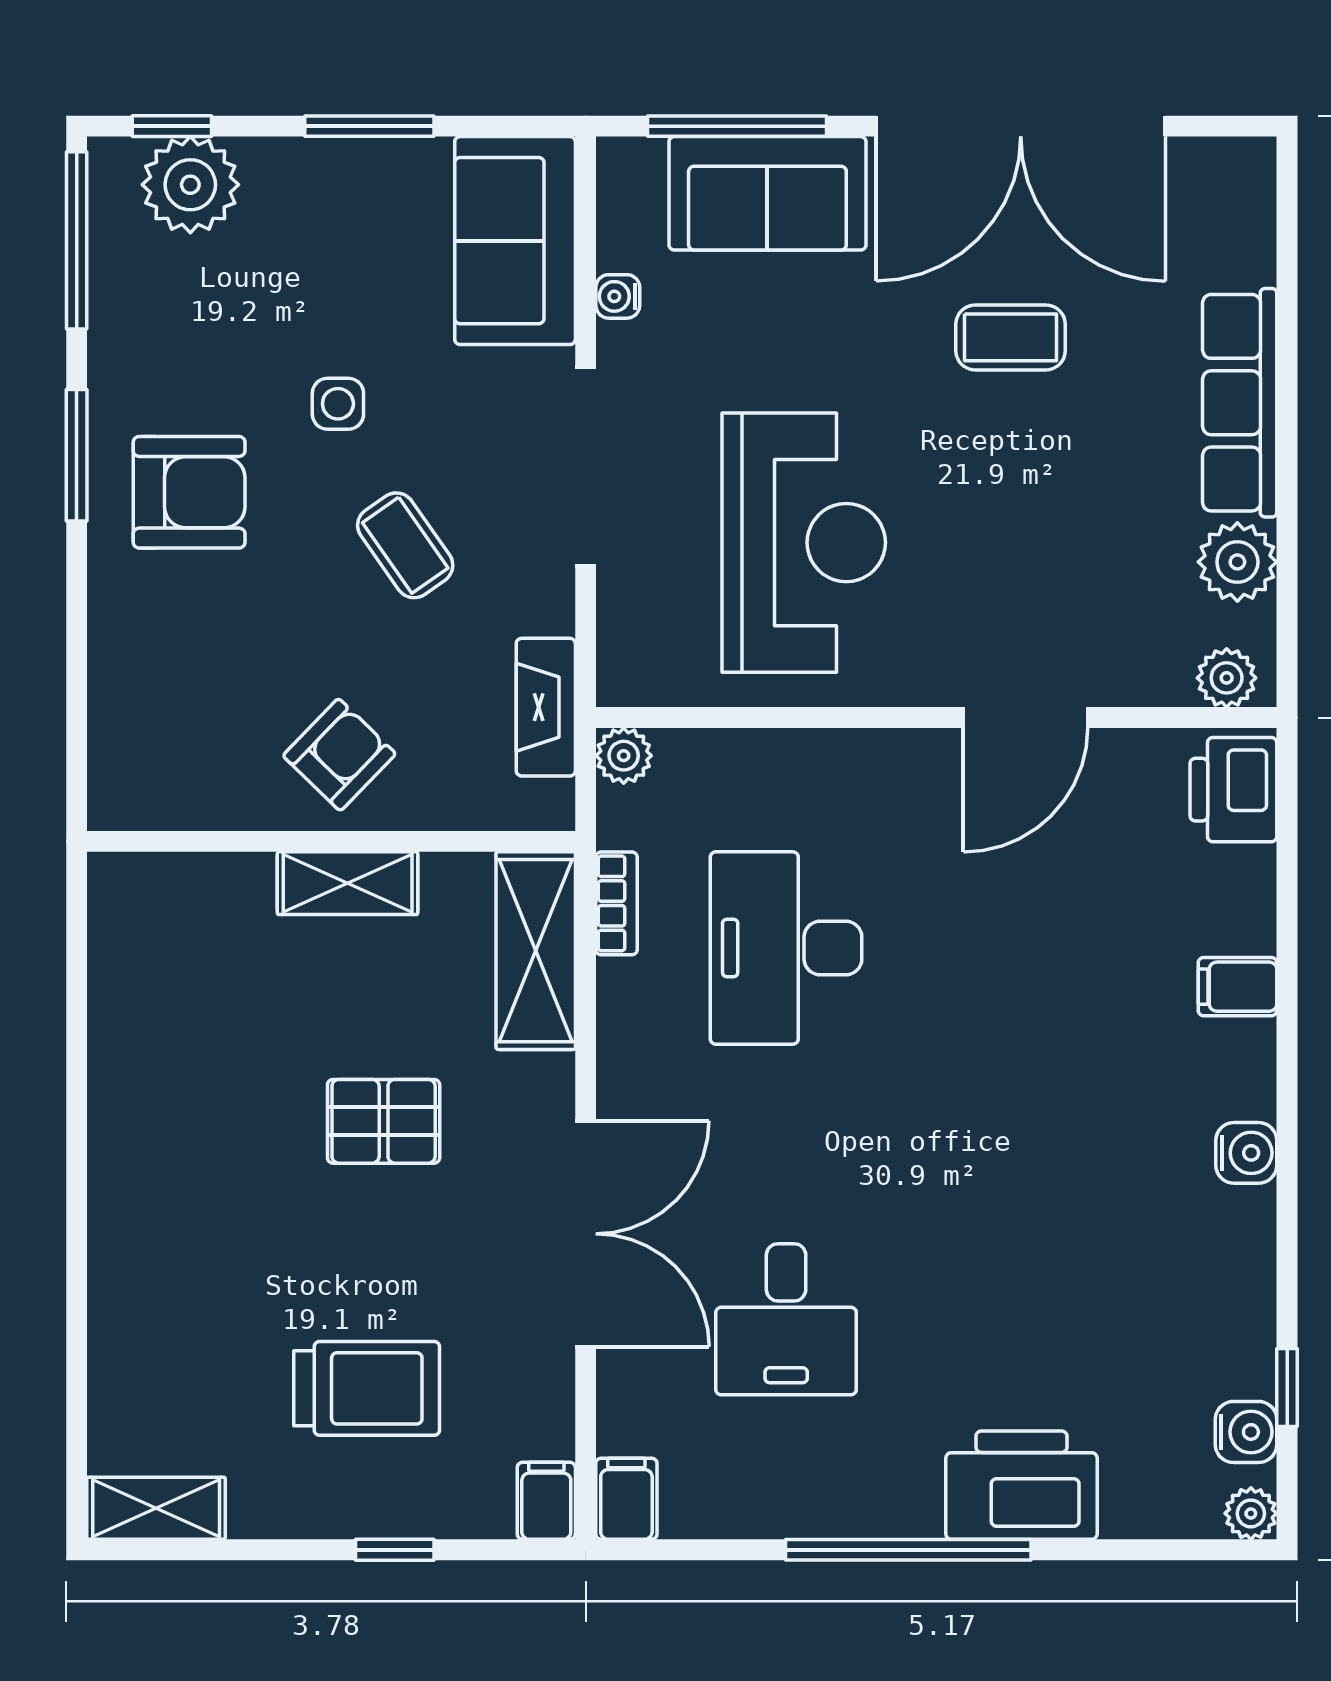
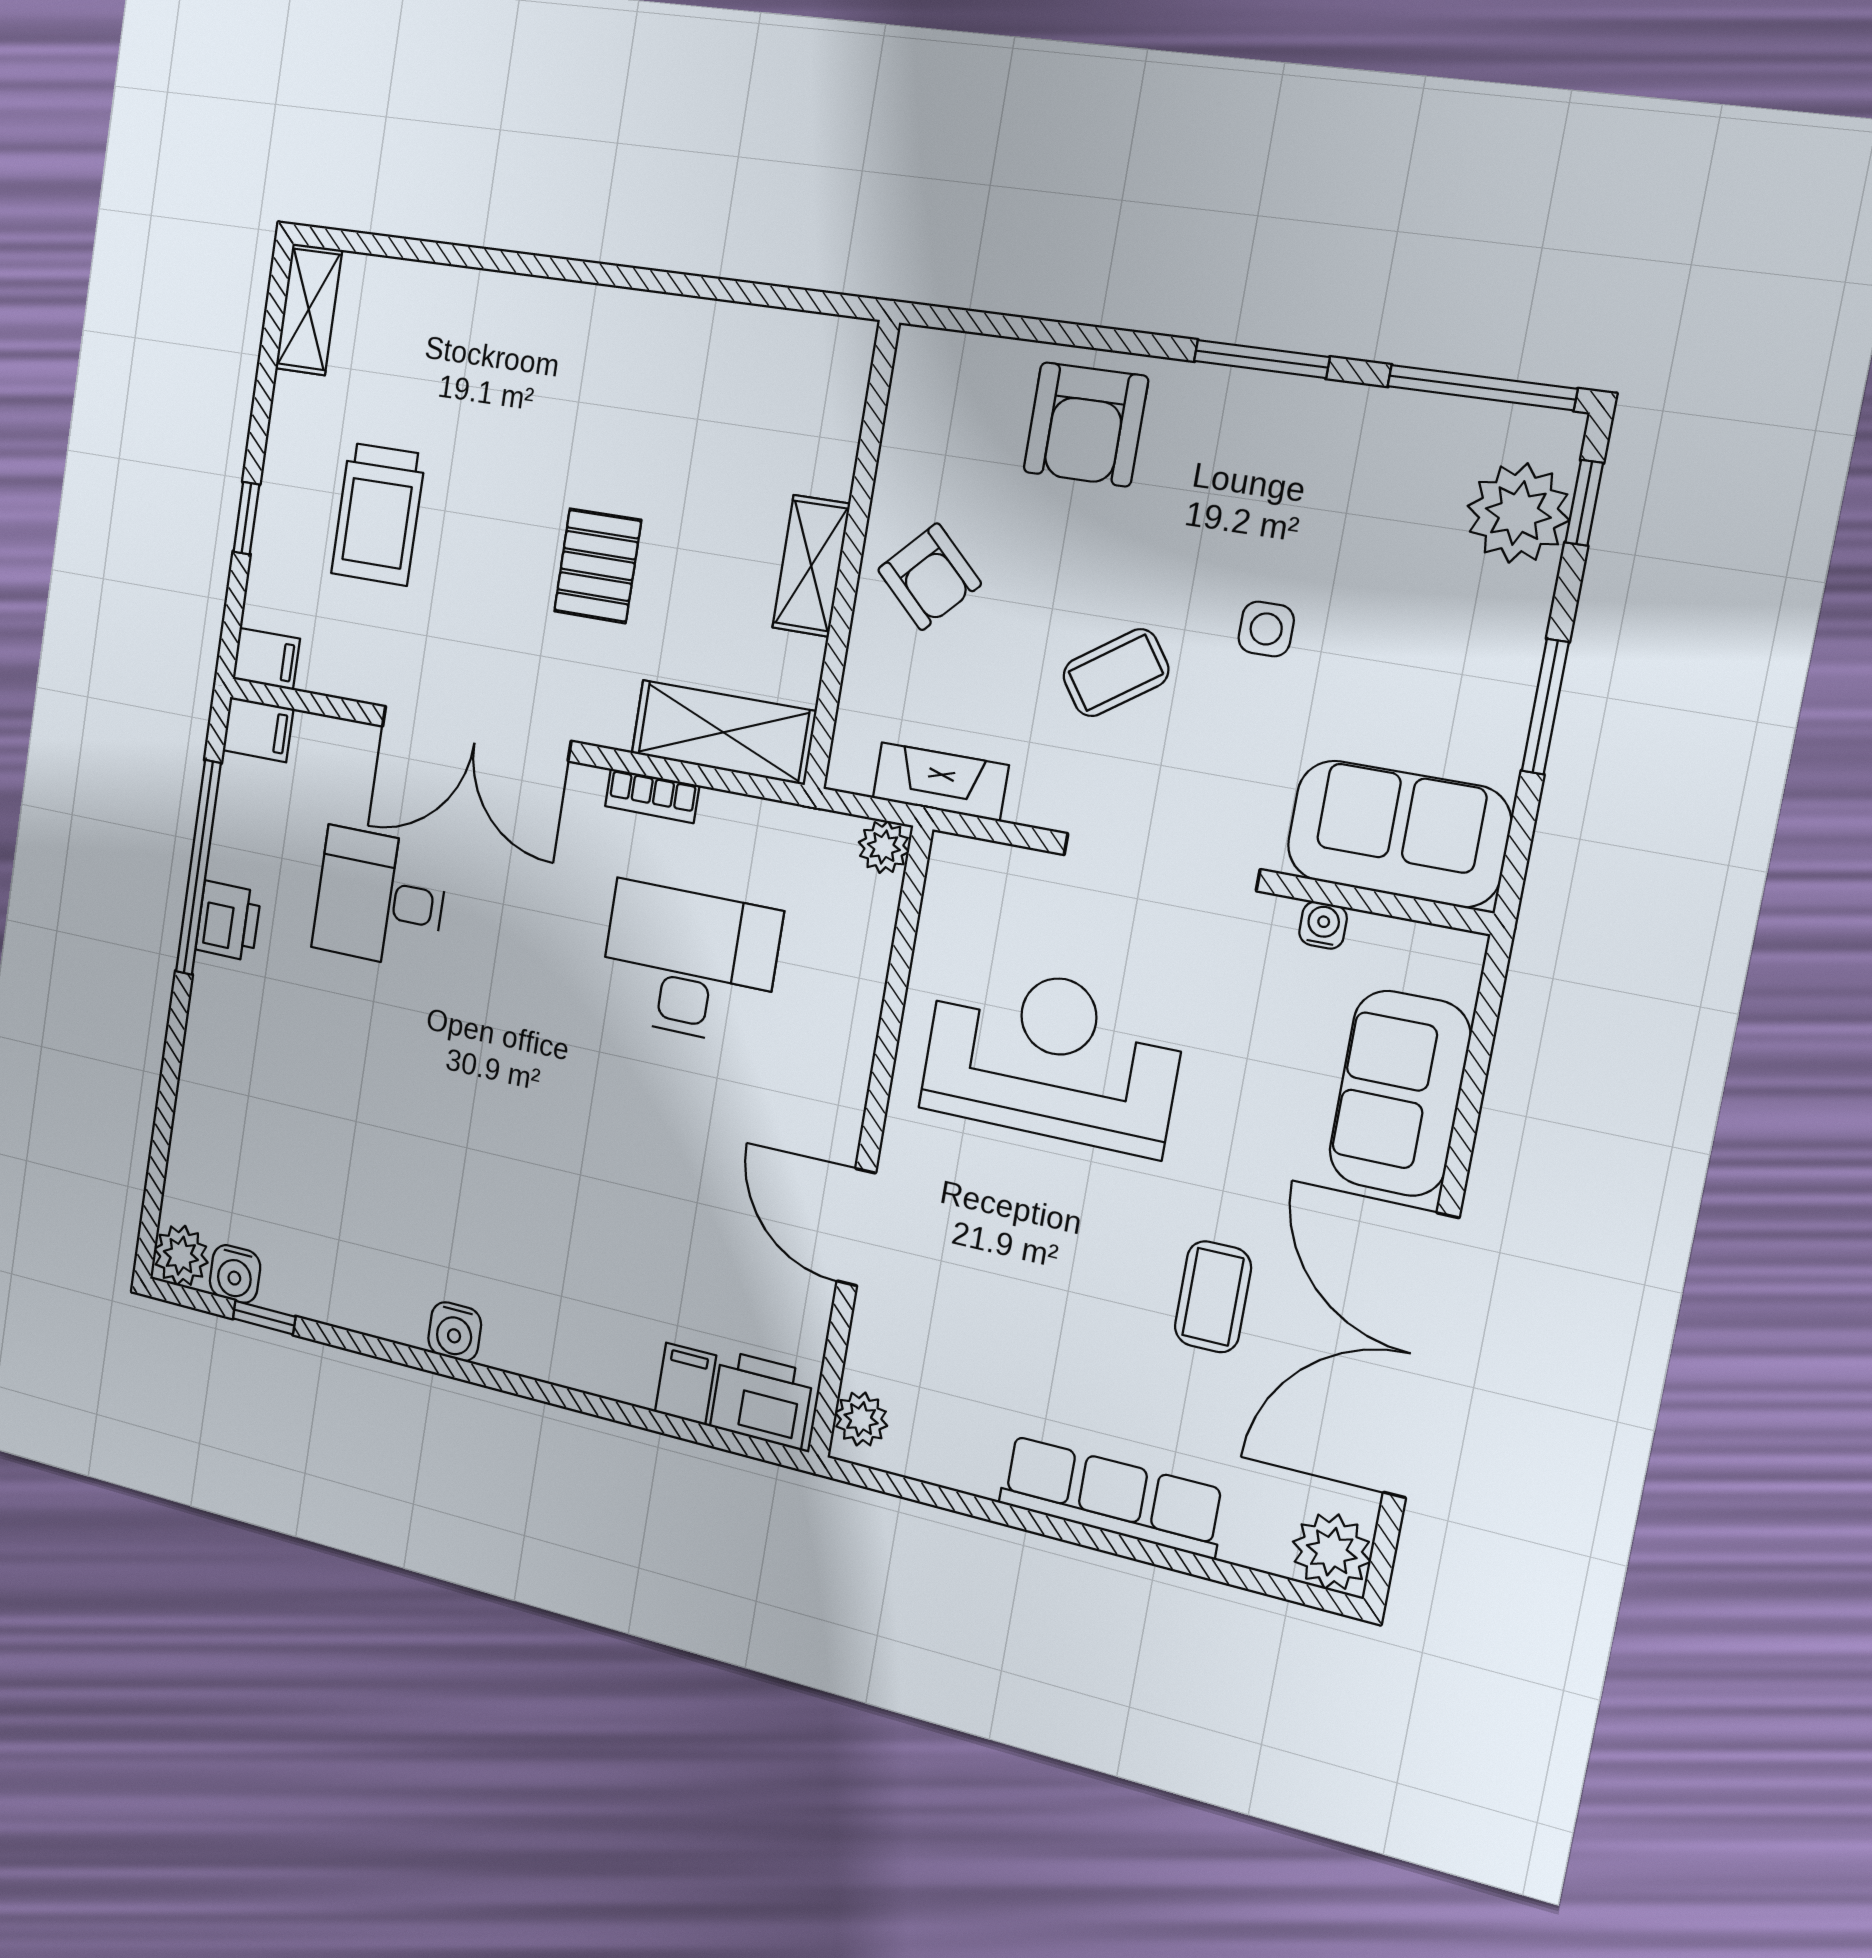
window: (737, 126) -> (1474, 1077), removed
armchair: (189, 492) -> (1086, 424), moved
reception desk: (804, 543) -> (1052, 1057), turned 180
plant: (1237, 562) -> (1332, 1552), moved
bookcase: (616, 903) -> (652, 796), moved
filing cabinet: (1238, 987) -> (686, 1384), moved
printer: (1021, 1485) -> (228, 921), moved, width x0.53, depth x0.68
plant: (1251, 1513) -> (181, 1256), width x1.38, depth x1.38
window: (908, 1550) -> (198, 868), moved

